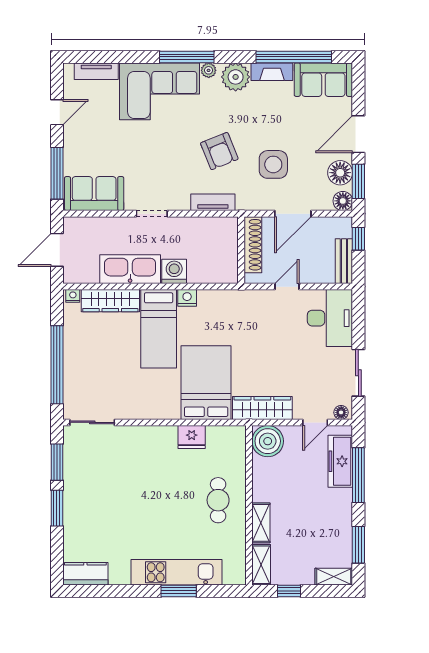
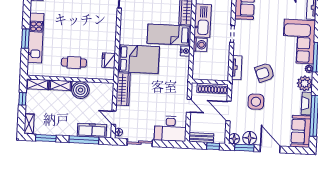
fridge: (192, 437) -> (109, 60), moved
boiler: (268, 441) -> (81, 90), moved

